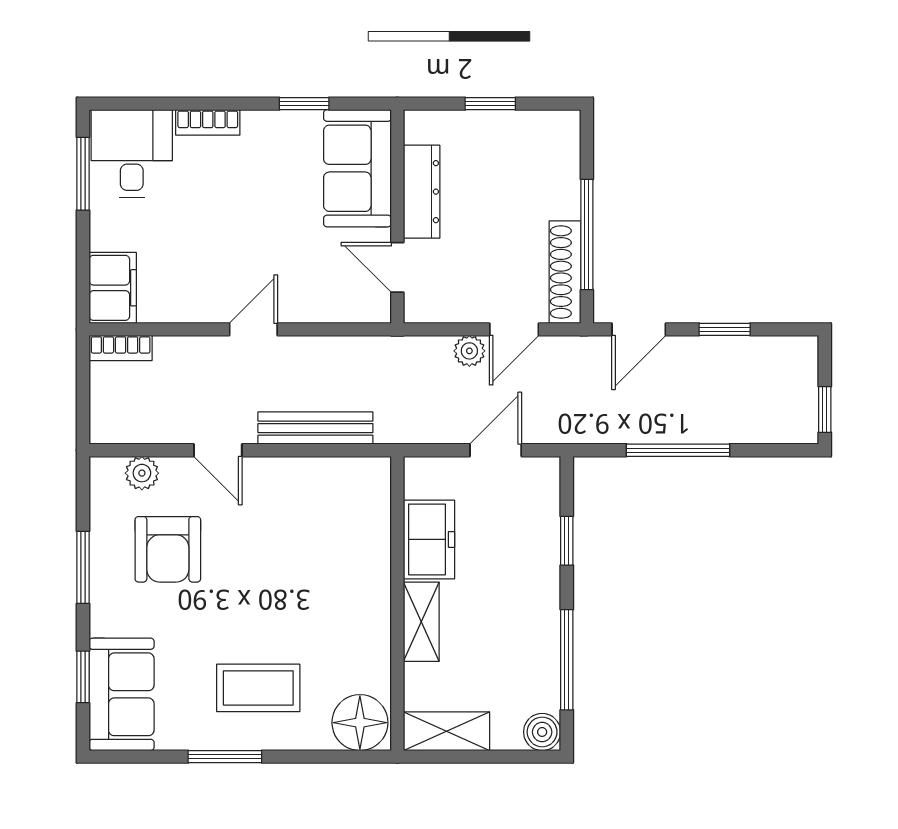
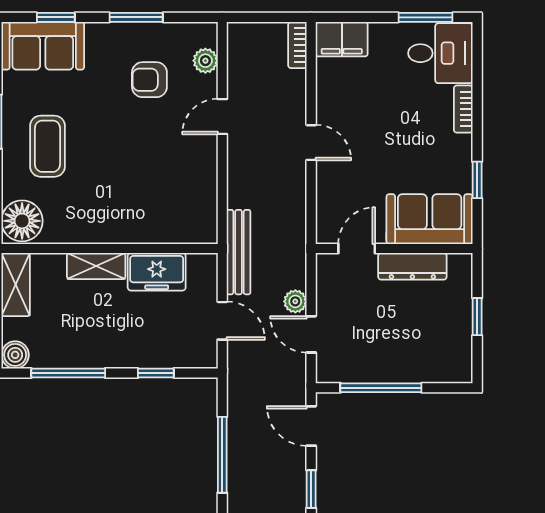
shoe rack: (565, 272) -> (353, 372), removed
bench: (315, 428) -> (239, 252), moved
armchair: (168, 549) -> (149, 80), width x0.72, depth x0.72

